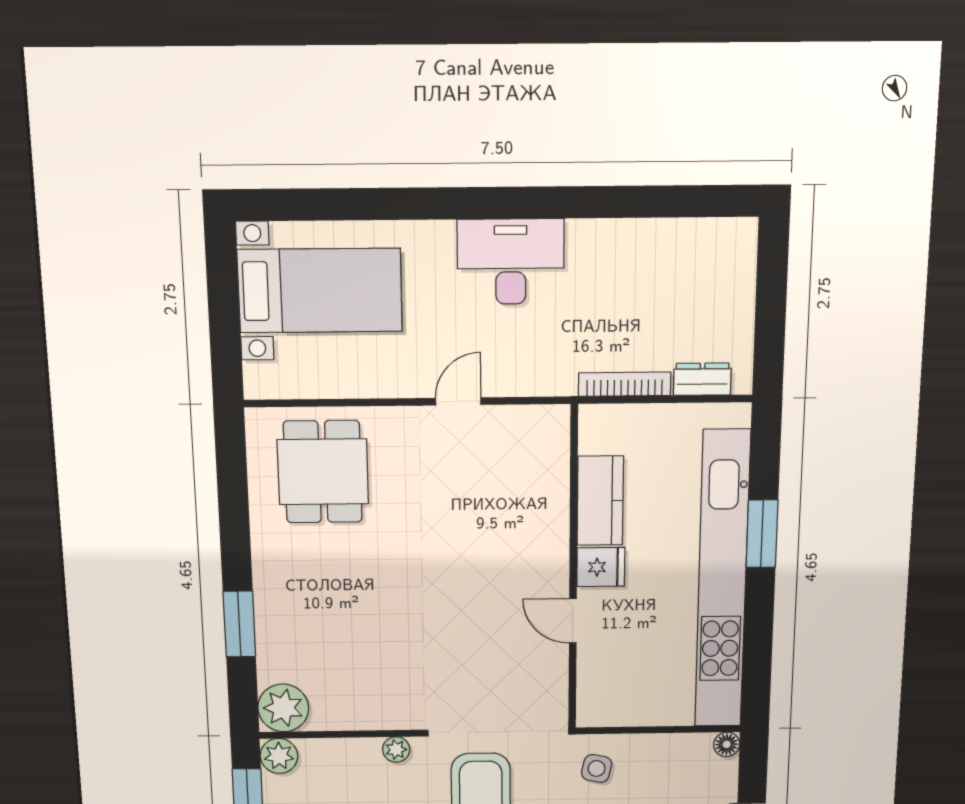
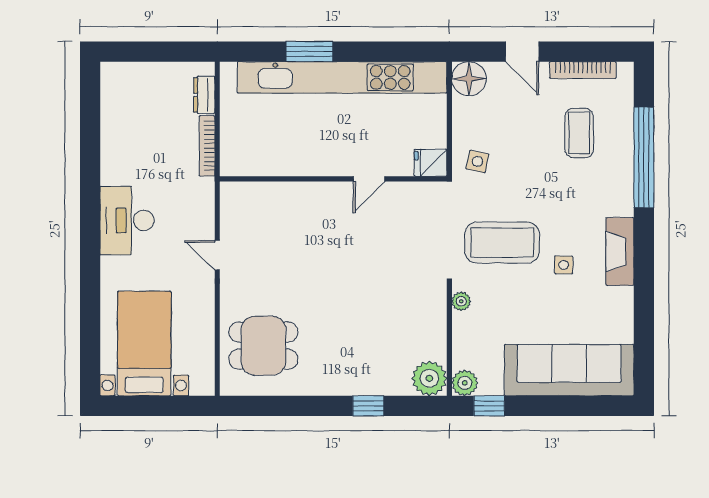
kitchen counter: (600, 501) -> (285, 161), removed
fridge: (601, 567) -> (431, 163), moved, turned -90
window: (239, 624) -> (368, 406), width x0.67
floor lamp: (727, 744) -> (469, 79), width x1.89, depth x1.89

